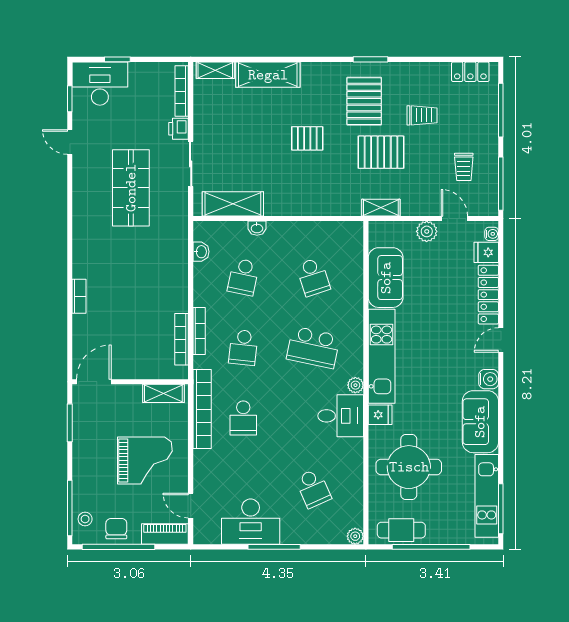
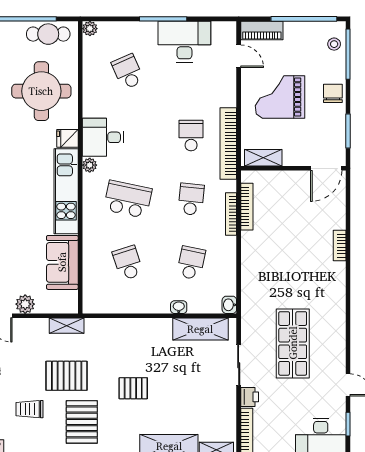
washbasin: (201, 252) -> (229, 305), moved
chair: (116, 529) -> (333, 93), moved, turned 180

